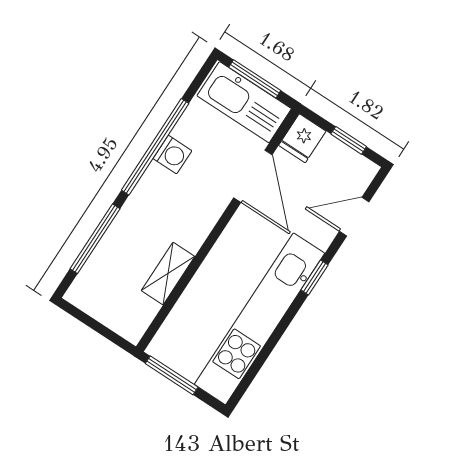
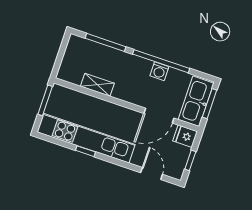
window: (314, 277) -> (86, 151), moved

